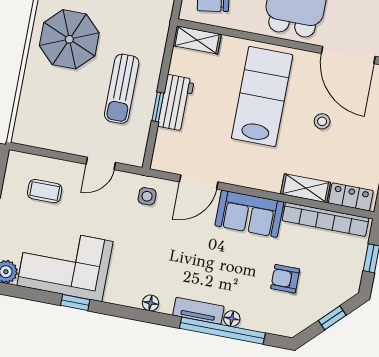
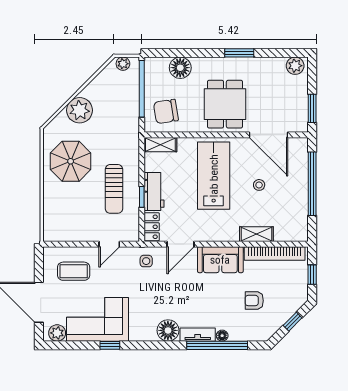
coffee table: (45, 191) -> (74, 271), width x1.36, depth x1.30
locker: (351, 197) -> (152, 227), moved, turned 90
floor lamp: (150, 303) -> (168, 330), width x1.89, depth x1.89

